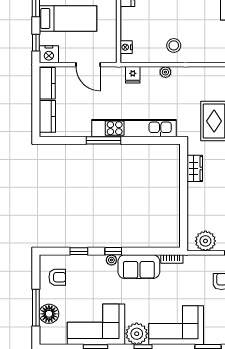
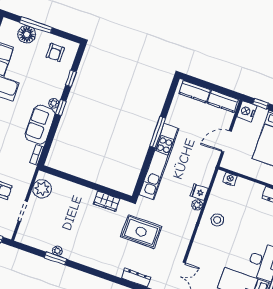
fridge: (133, 75) -> (199, 192), moved

